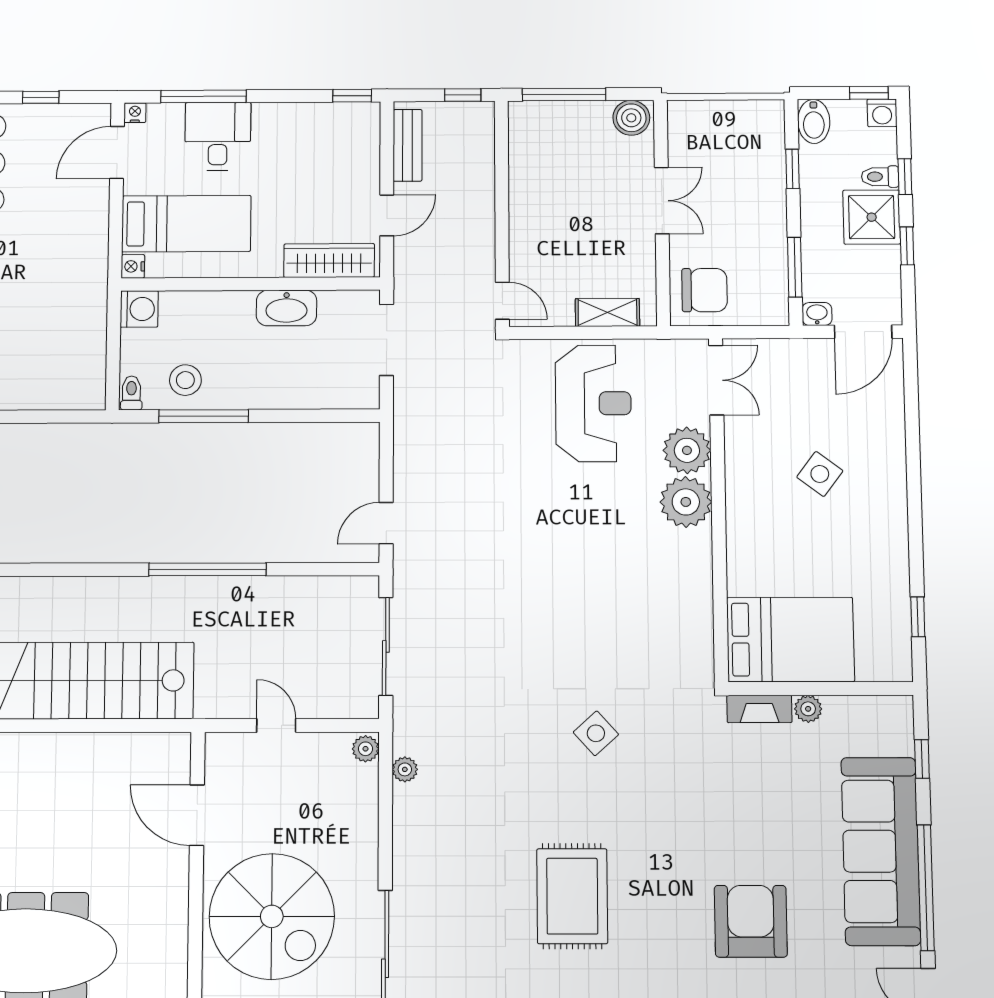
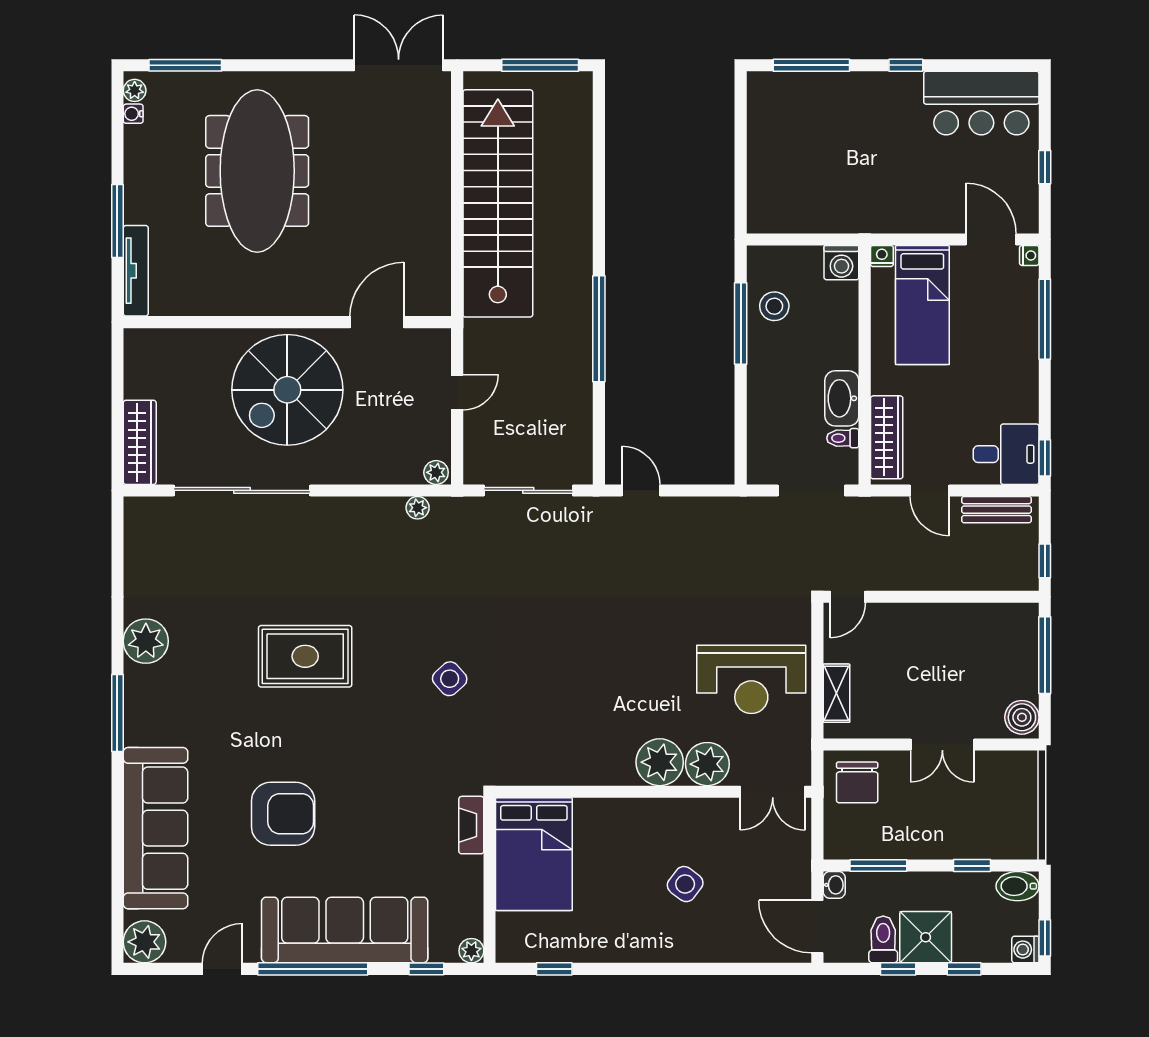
desk: (218, 136) -> (1006, 454), moved
toilet: (880, 177) -> (883, 939), moved, width x1.37, depth x1.39
toilet: (131, 393) -> (843, 438), moved, turned 180
plant: (808, 709) -> (471, 951), moved

